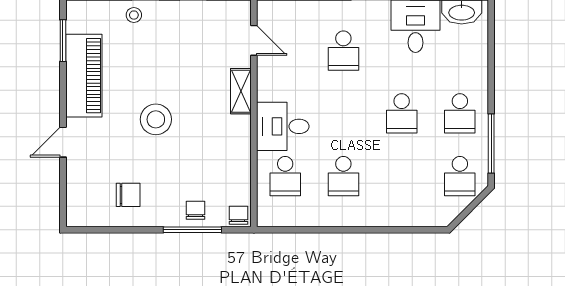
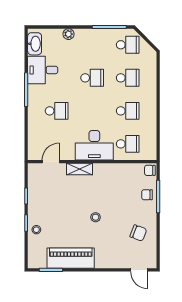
plant: (479, 72) -> (68, 34), added
school desk: (460, 113) -> (128, 78), moved
stool: (156, 119) -> (96, 217), width x0.53, depth x0.53
desk: (283, 126) -> (94, 145), width x1.37
door: (63, 142) -> (139, 270), moved
chair: (128, 195) -> (138, 233), turned 111

